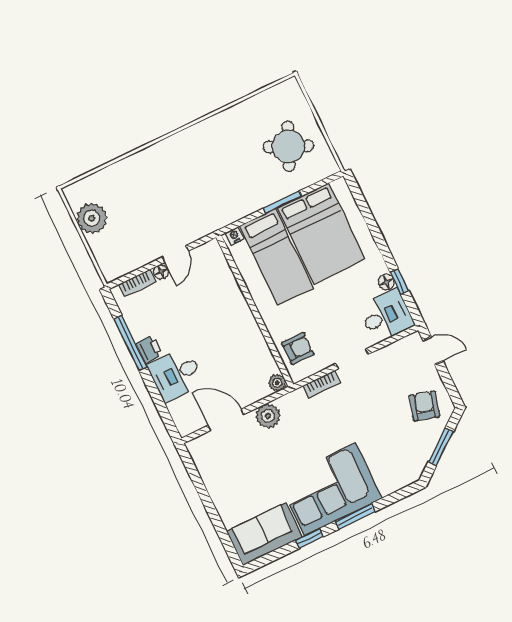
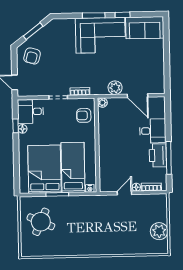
printer: (149, 349) -> (158, 155), width x1.87, depth x1.48

